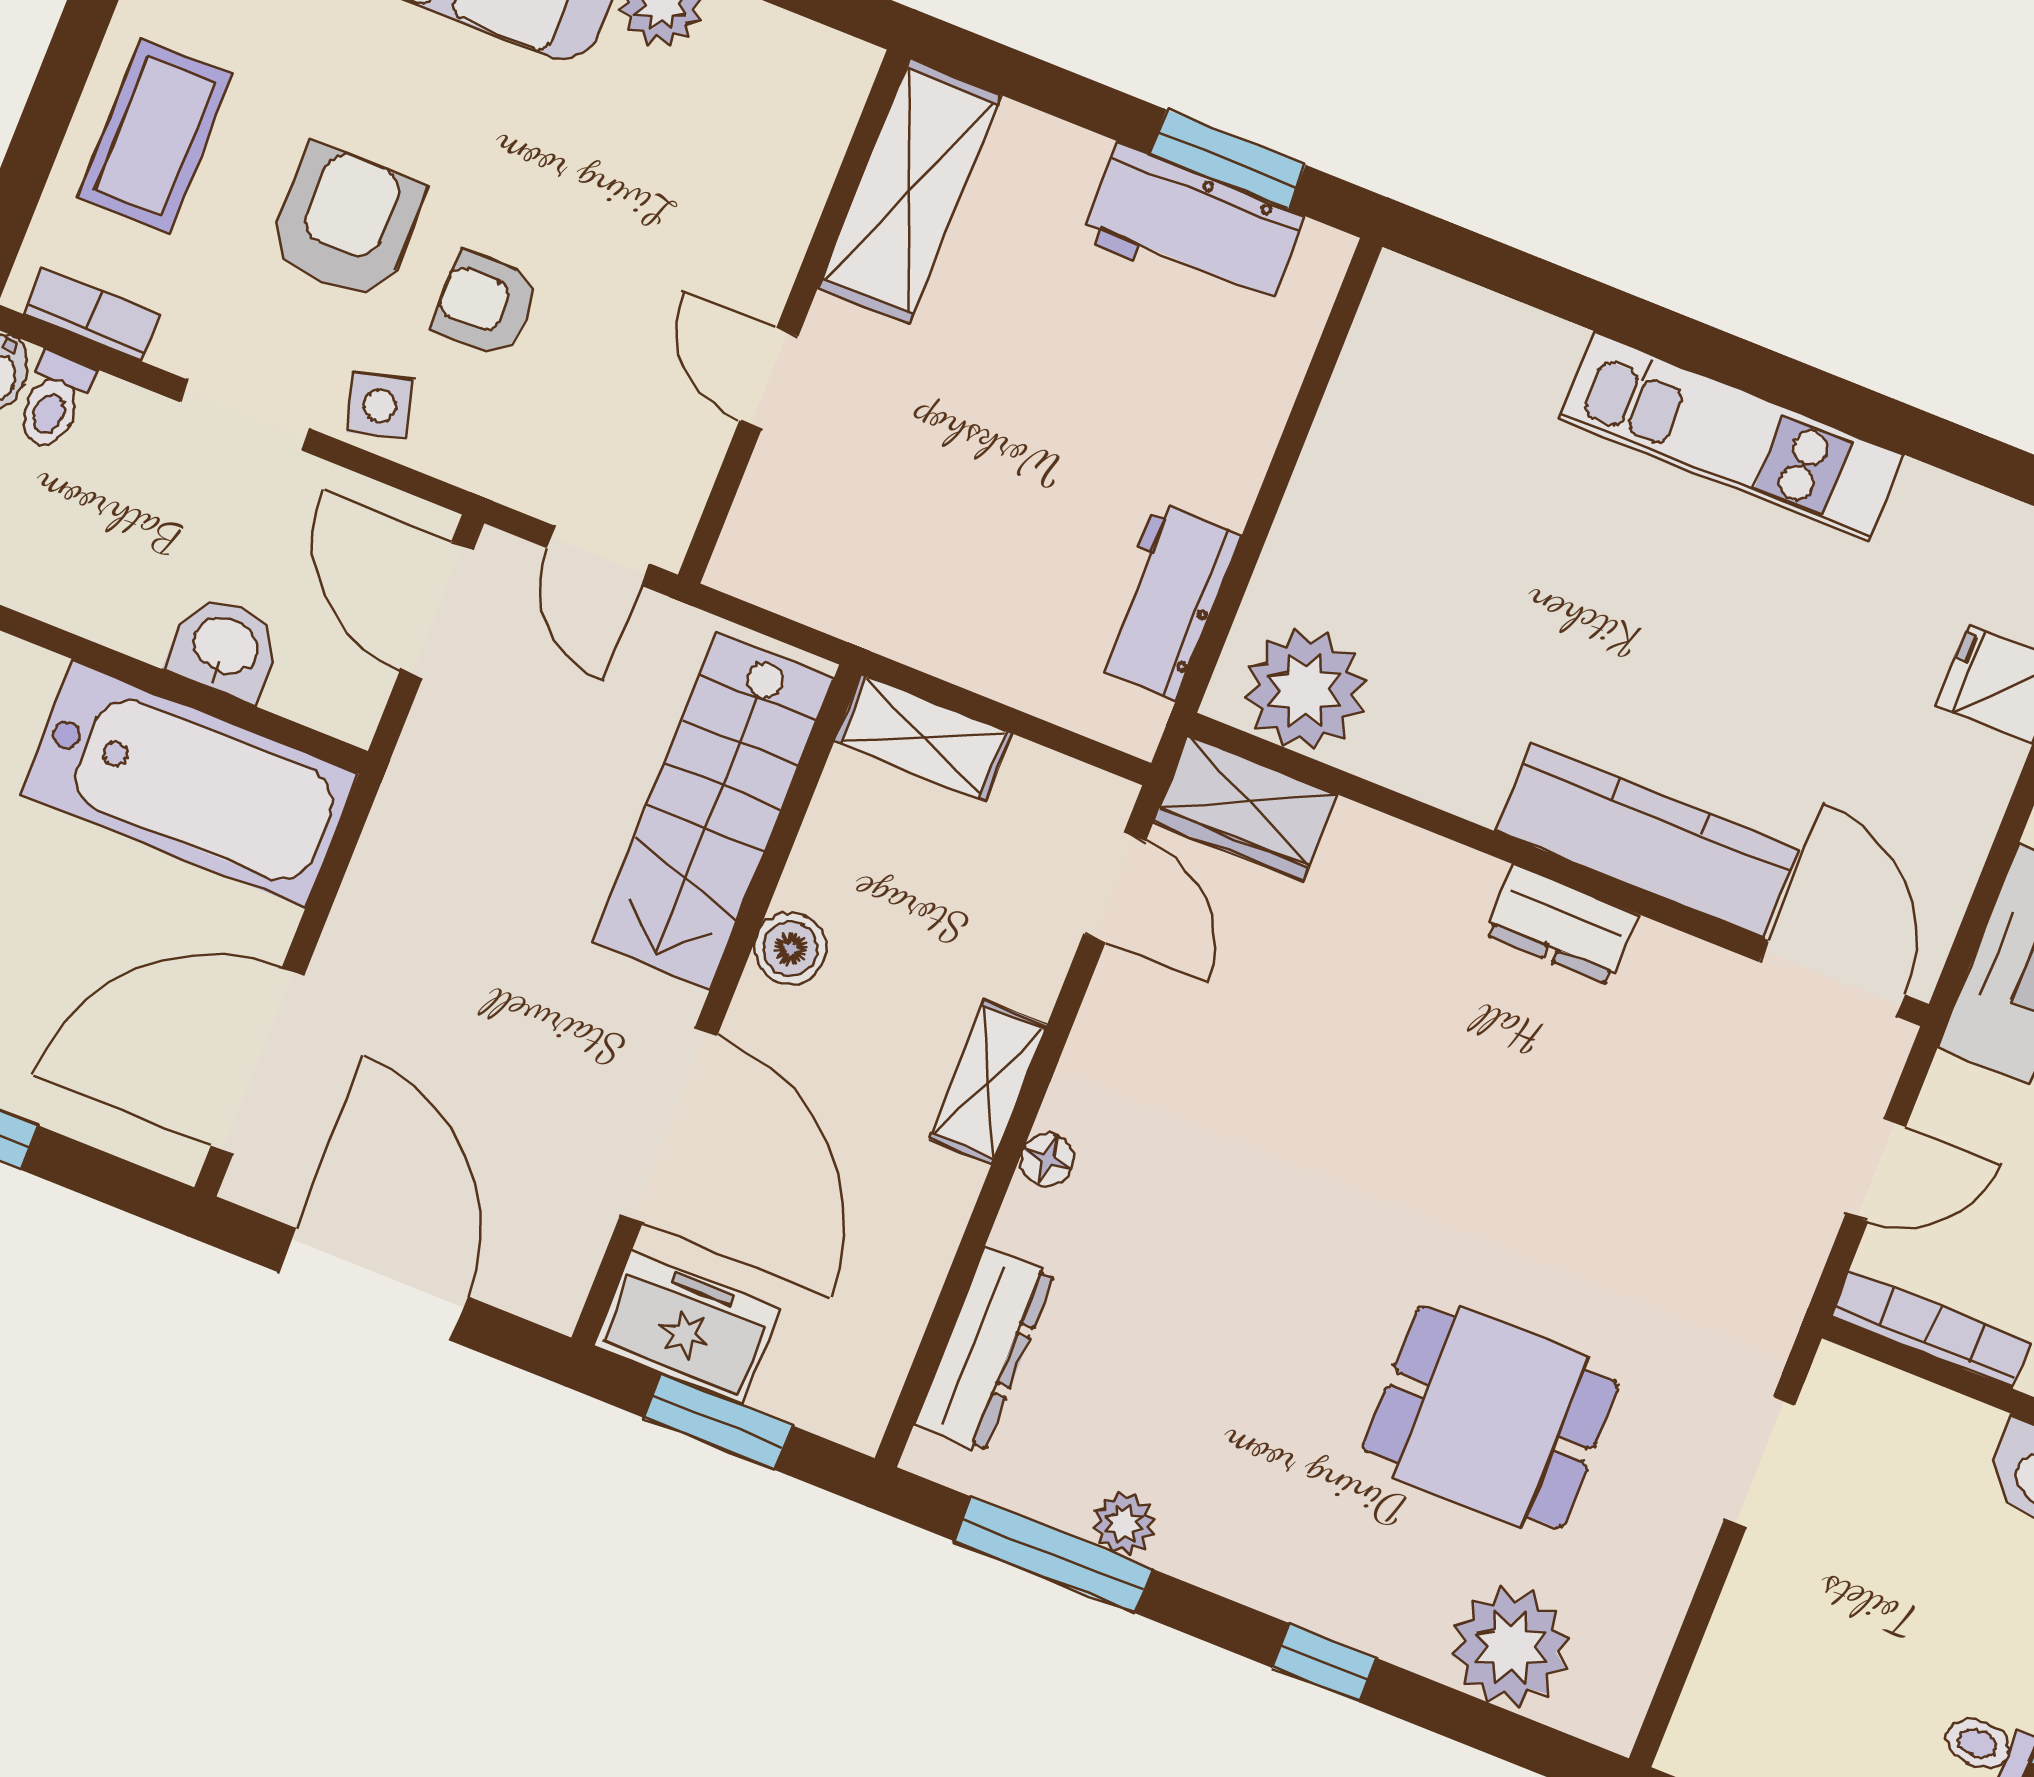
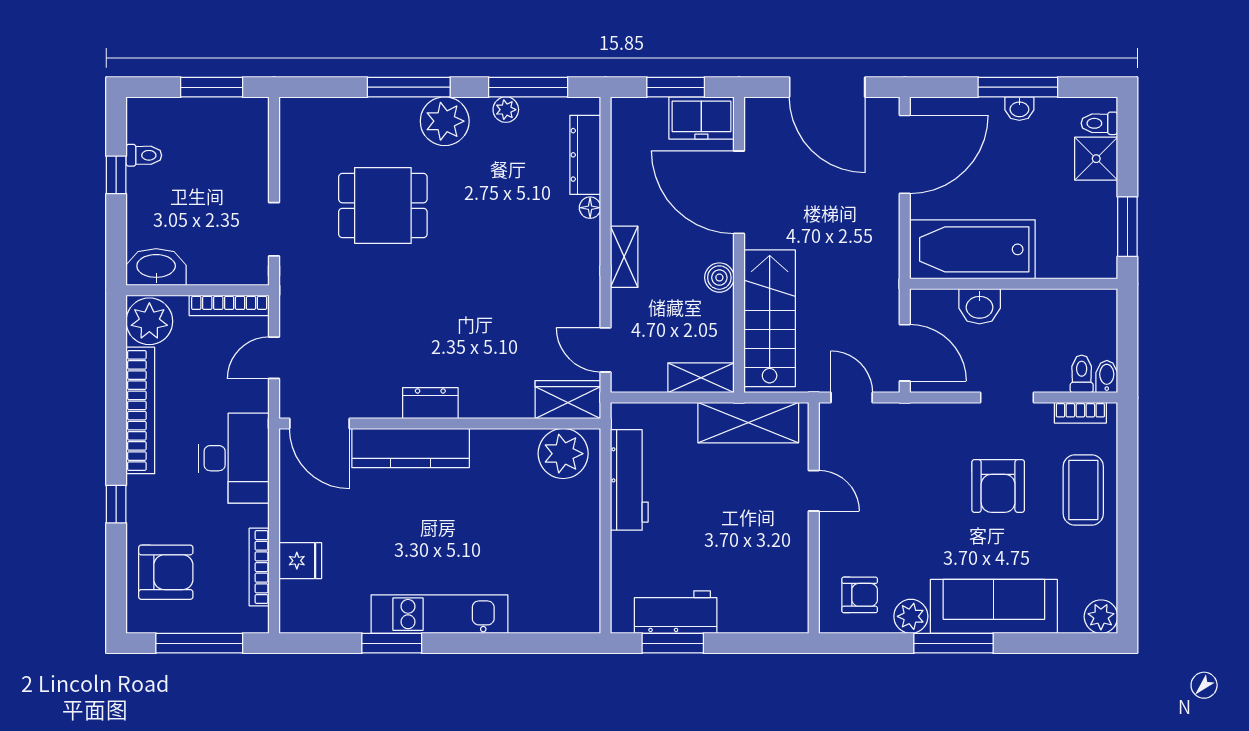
shelving: (909, 191) -> (748, 423), moved, turned 90
armchair: (486, 304) -> (860, 595), moved
side table: (380, 406) -> (957, 422), removed
window: (1867, 414) -> (392, 643), added
workbench: (1166, 601) -> (629, 480), width x1.38
floor lamp: (1047, 1160) -> (590, 208), moved
plant: (1511, 1647) -> (445, 121), moved
window: (1325, 1663) -> (409, 87), width x2.17

